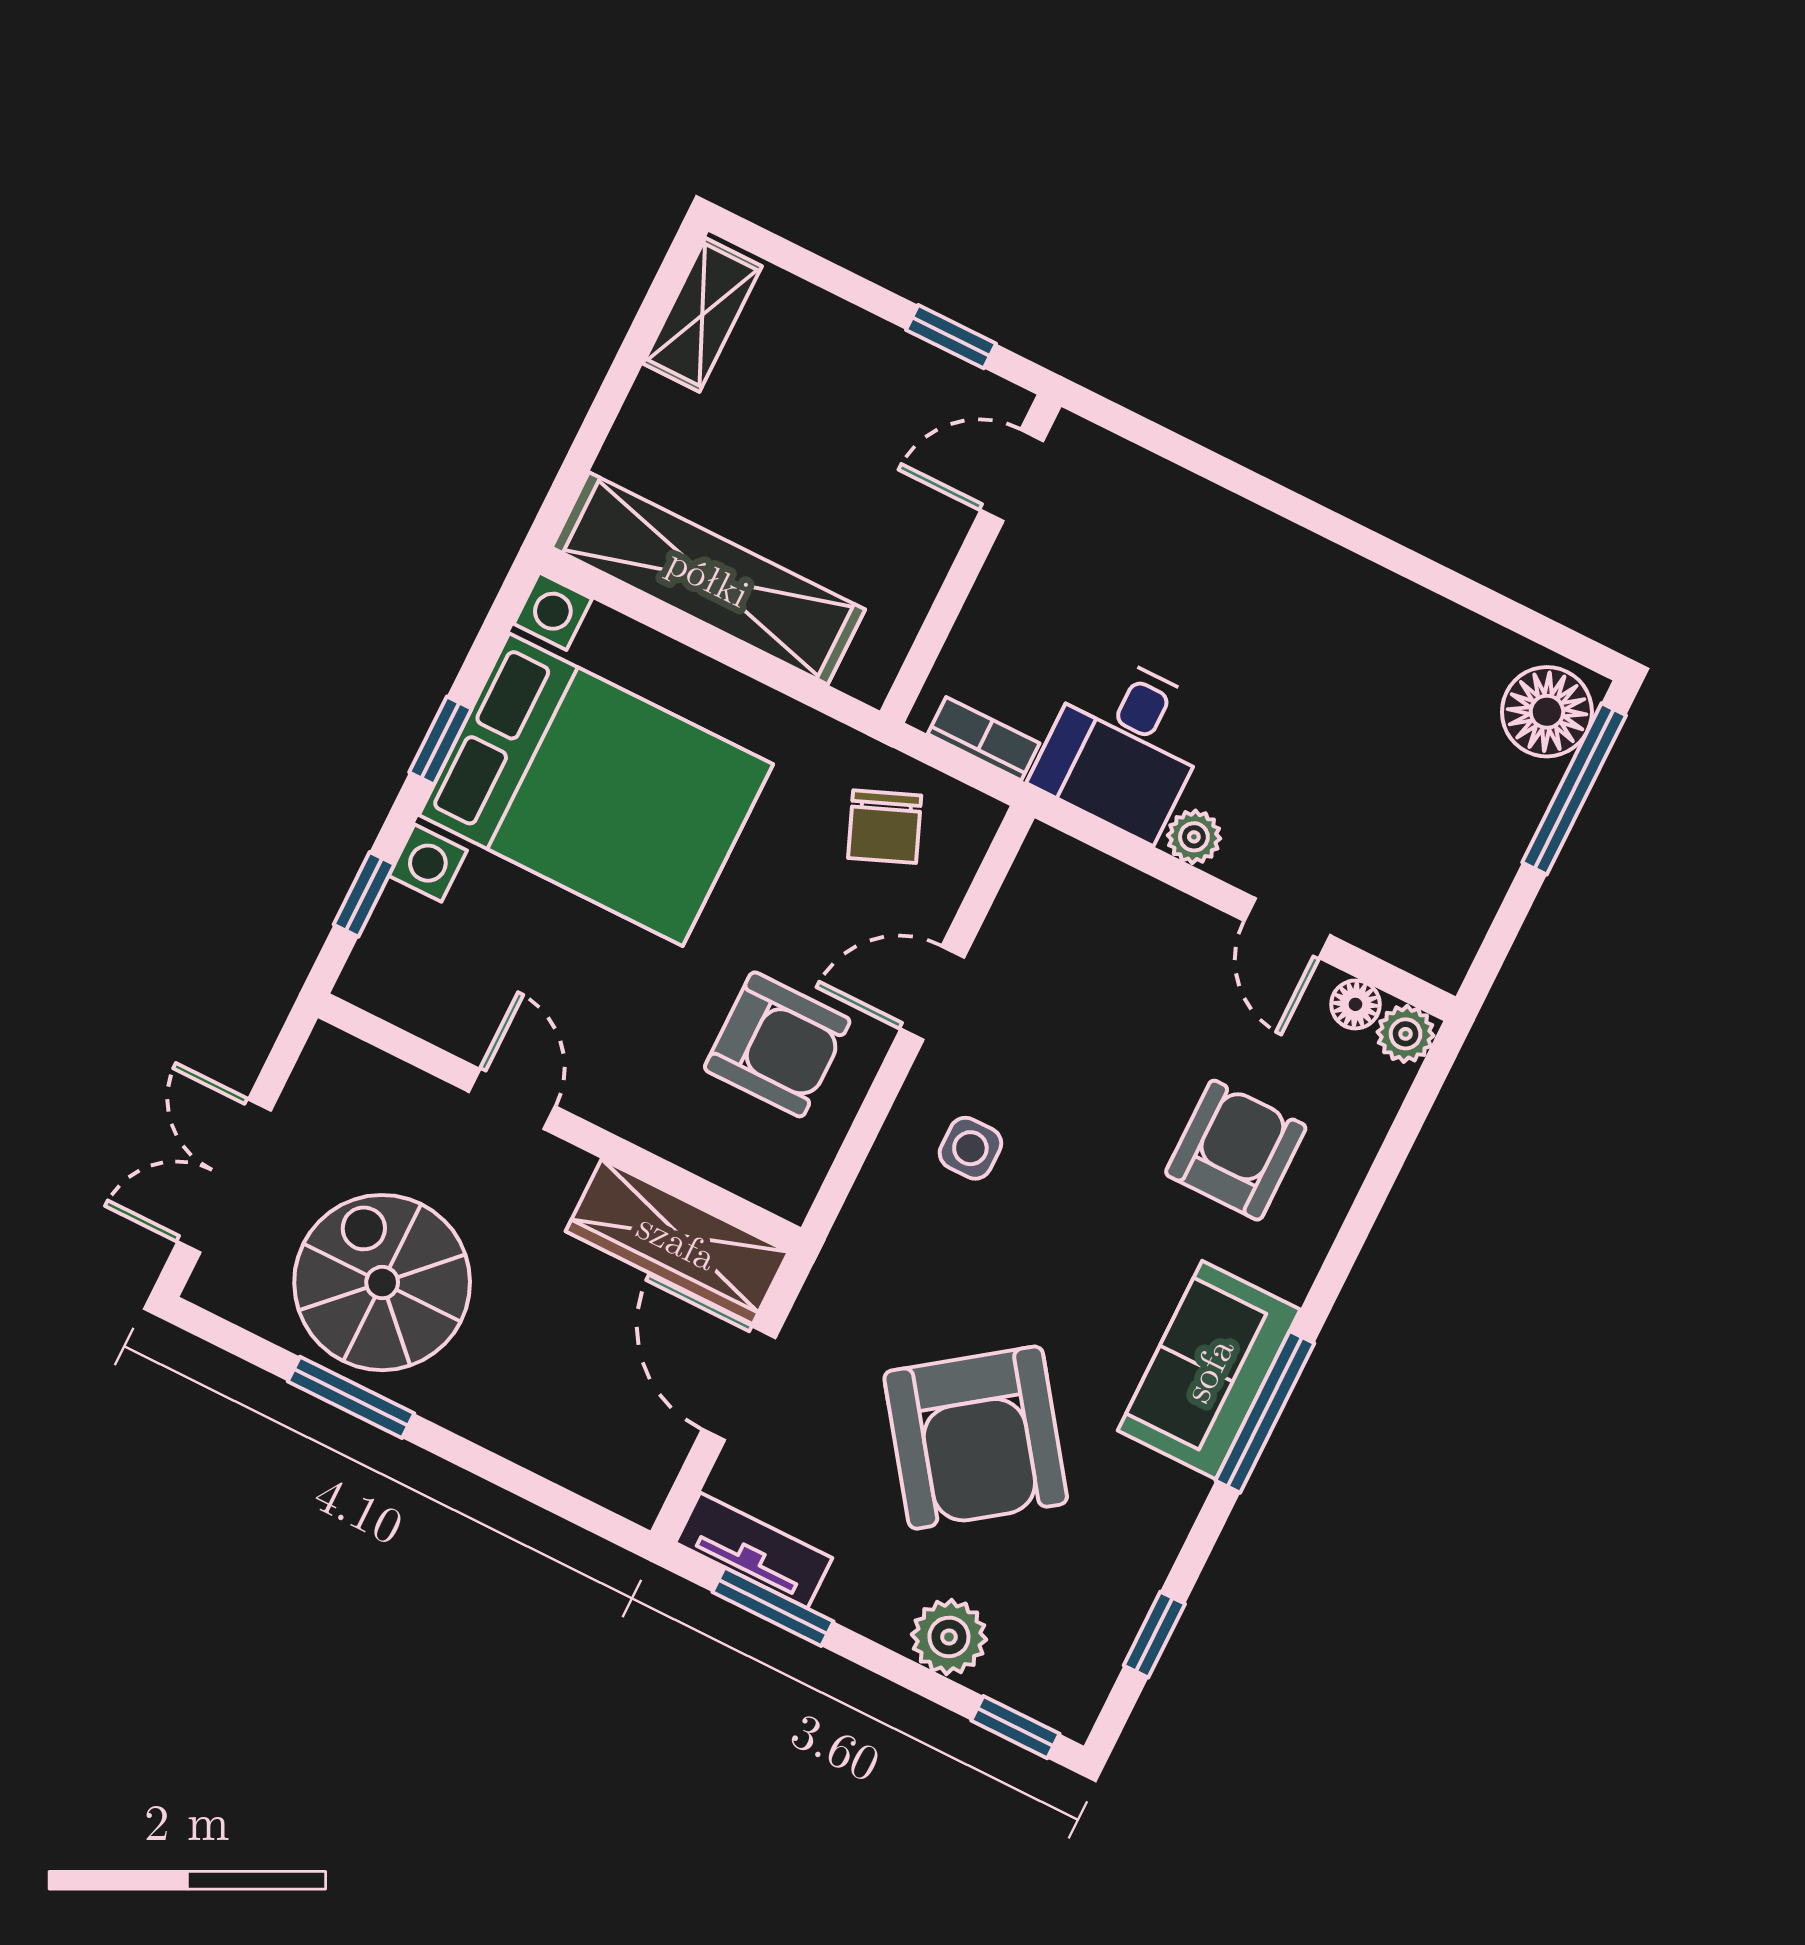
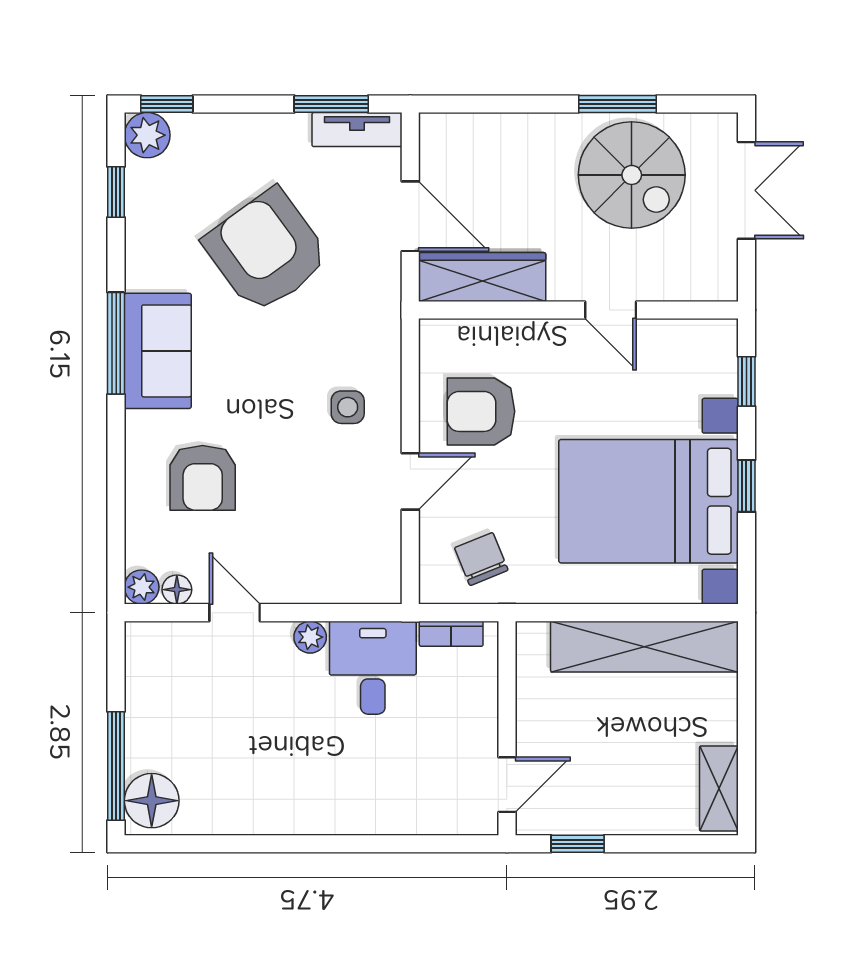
plant: (949, 1637) -> (147, 135), moved

